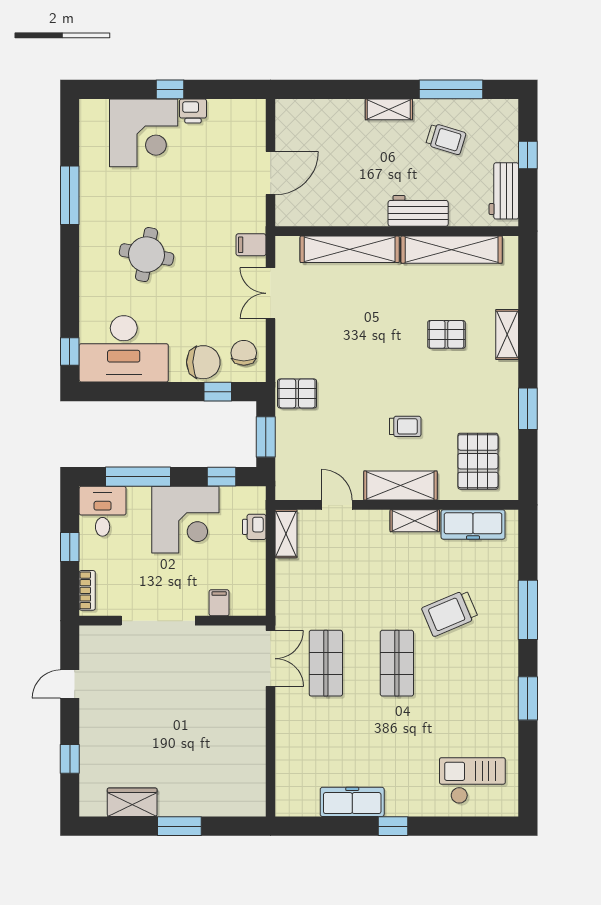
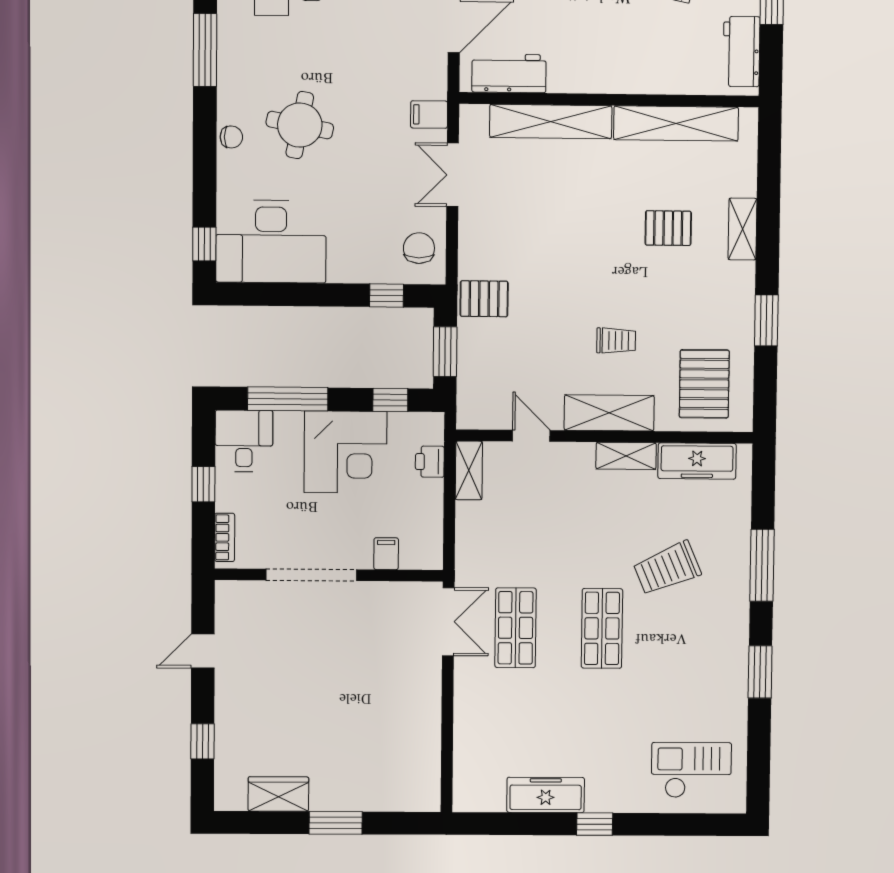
workbench: (418, 211) -> (509, 73), moved
chair: (203, 362) -> (231, 137), moved, width x0.54, depth x0.54

